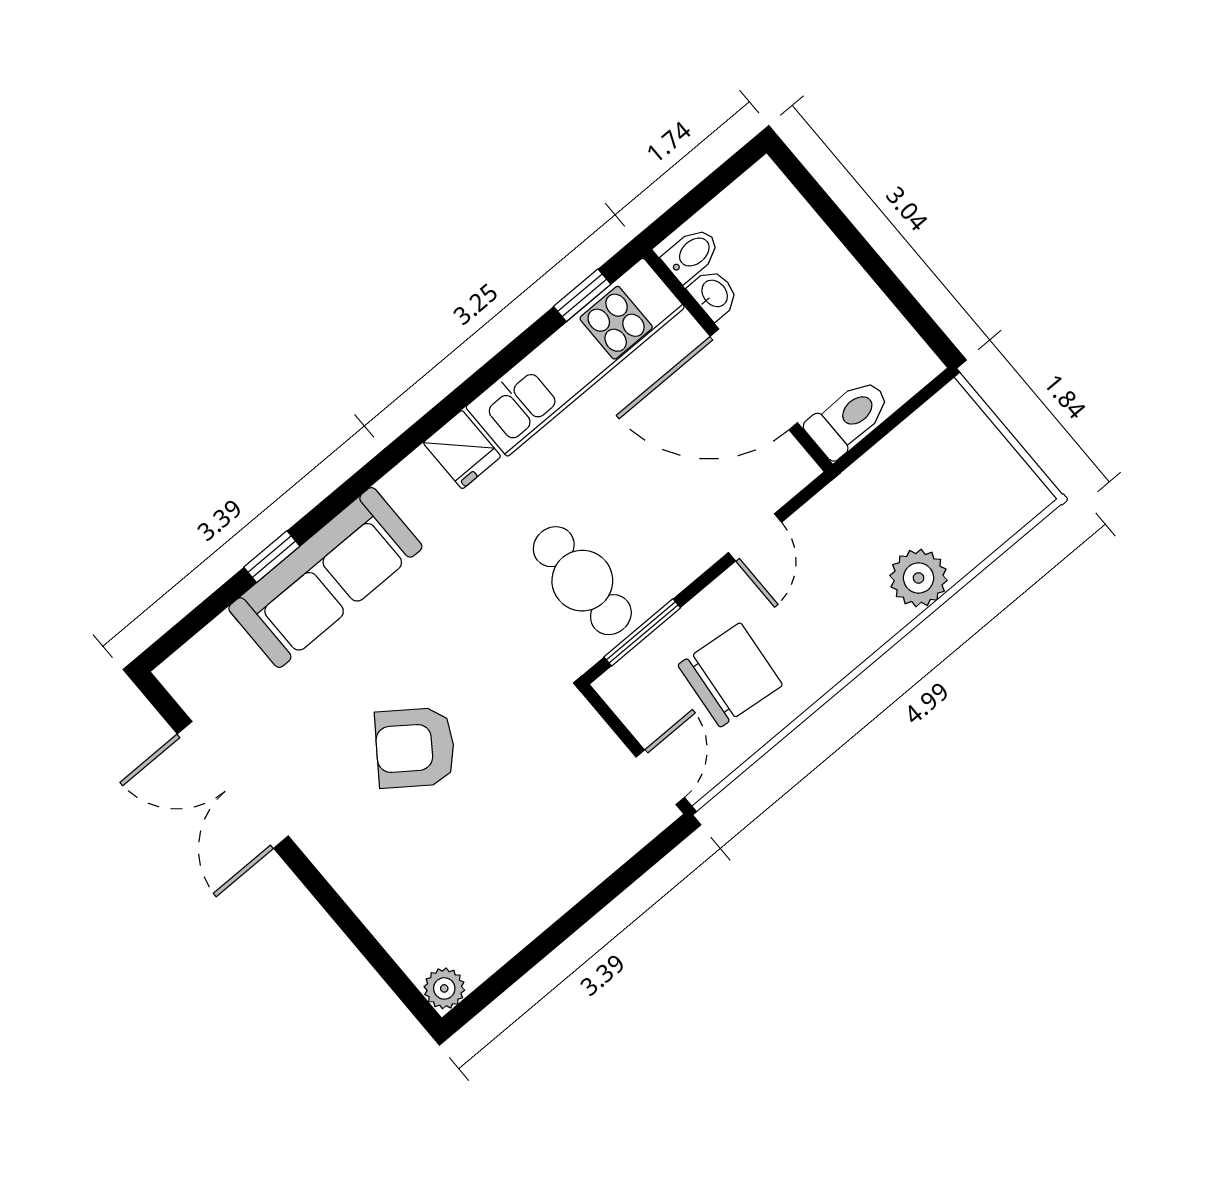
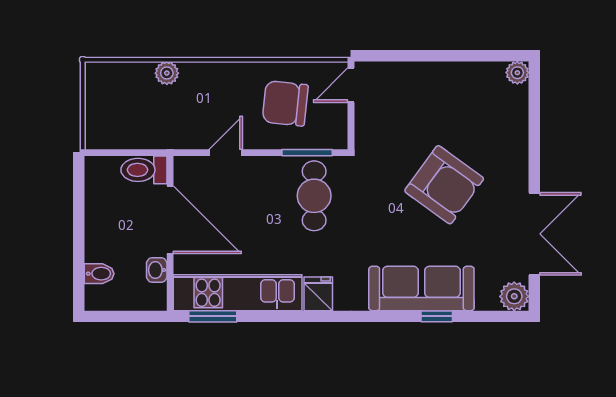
bidet: (691, 254) -> (99, 274), moved, turned 180
window: (582, 295) -> (213, 316), width x1.50
plant: (919, 578) -> (167, 73), width x0.73, depth x0.73
plant: (188, 675) -> (514, 296), added
armchair: (415, 748) -> (444, 185), width x1.36, depth x1.36

